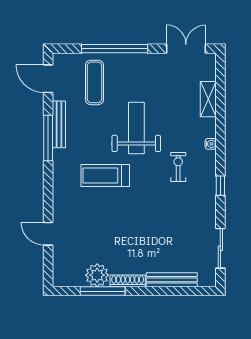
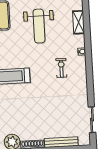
weight bench: (136, 128) -> (39, 26), moved, turned 180
window: (220, 186) -> (90, 79), removed

